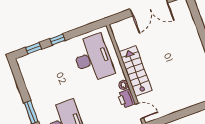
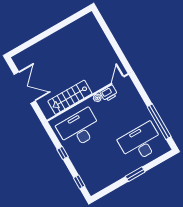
window: (57, 39) -> (62, 153), moved
stairs: (136, 71) -> (70, 97), moved

